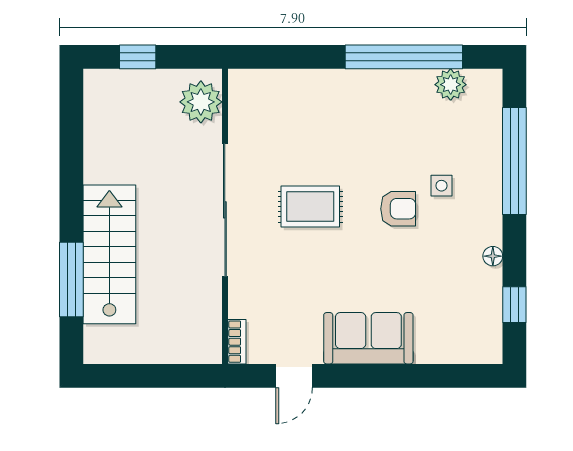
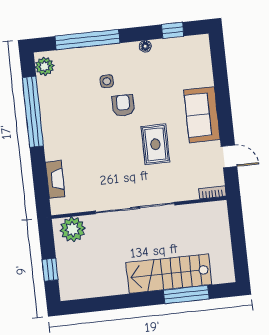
fireplace: (287, 82) -> (55, 179), added
plant: (451, 85) -> (45, 66), moved
rug: (310, 207) -> (155, 144), moved

